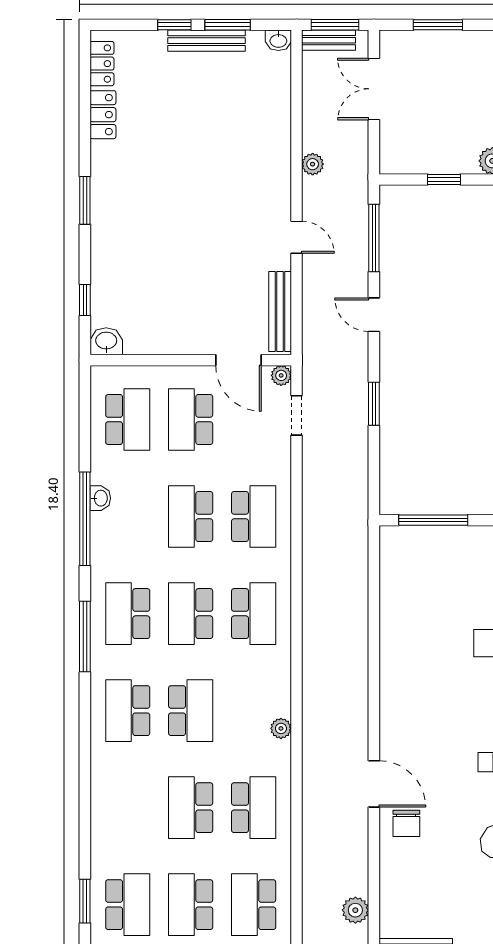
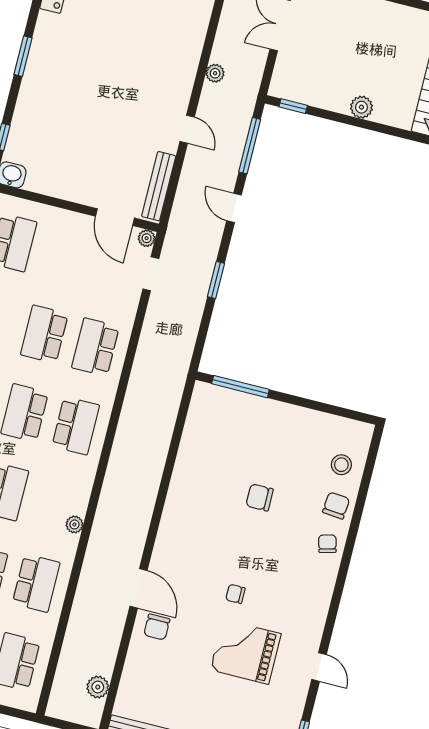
window: (444, 180) -> (293, 106), moved
school desk: (191, 420) -> (64, 255), removed
school desk: (254, 517) -> (95, 347), turned 180

